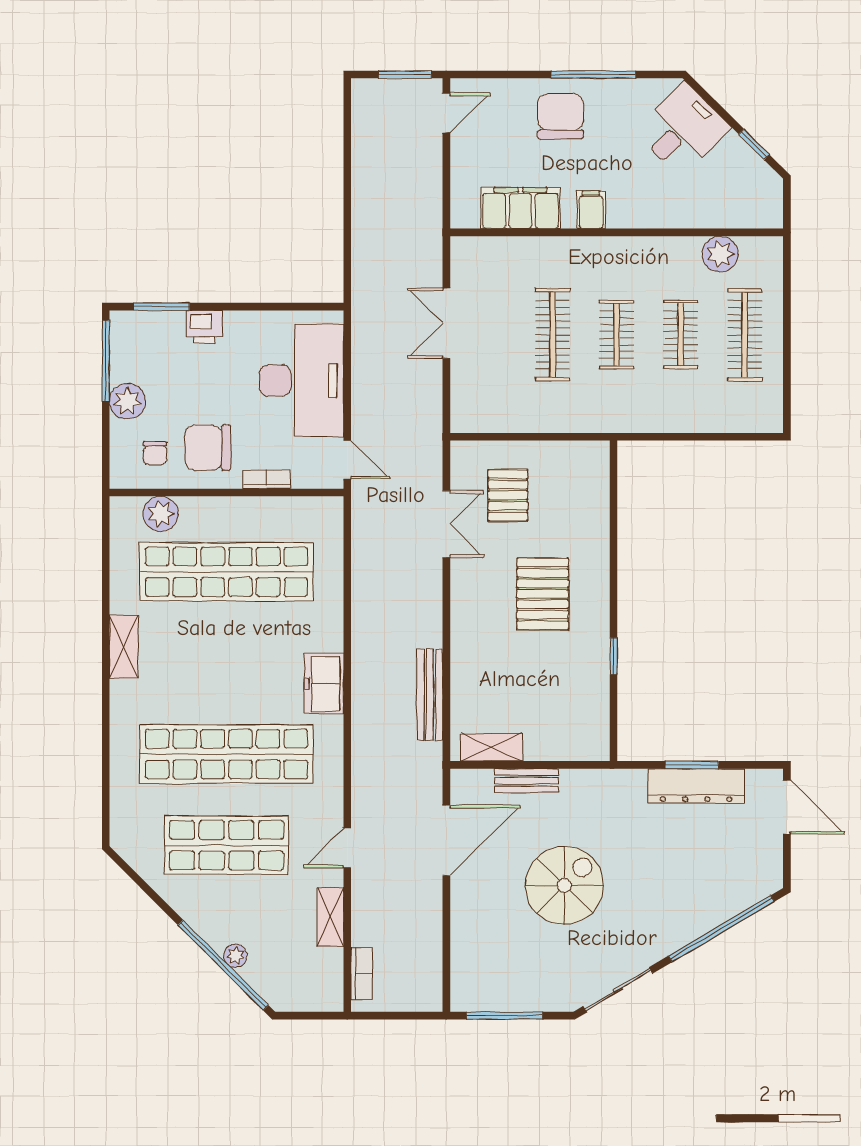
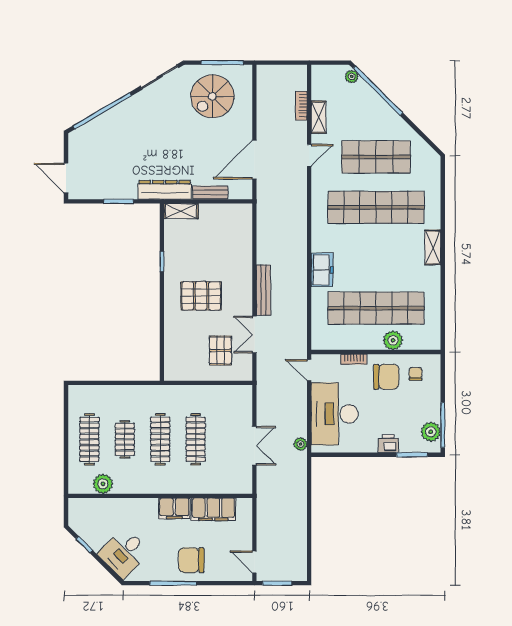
door: (446, 113) -> (254, 562), hinge flipped
chair: (561, 116) -> (191, 560), turned 90
filing cabinet: (591, 210) -> (174, 508), width x2.00
plant: (363, 326) -> (300, 444), added
clothes rail: (617, 335) -> (160, 439), width x1.36
plant: (127, 401) -> (431, 432), moved
plant: (161, 514) -> (393, 340), moved
pallet: (543, 594) -> (201, 296), turned 90
shelving: (124, 647) -> (433, 247), moved
freezer: (324, 684) -> (322, 270), moved
bench: (430, 695) -> (264, 290), moved
shelving: (491, 747) -> (181, 211), moved
dresser: (696, 786) -> (165, 190), moved
spiral stairs: (564, 885) -> (212, 96), moved
plant: (235, 956) -> (352, 76), moved
bookcase: (362, 974) -> (301, 106), moved

